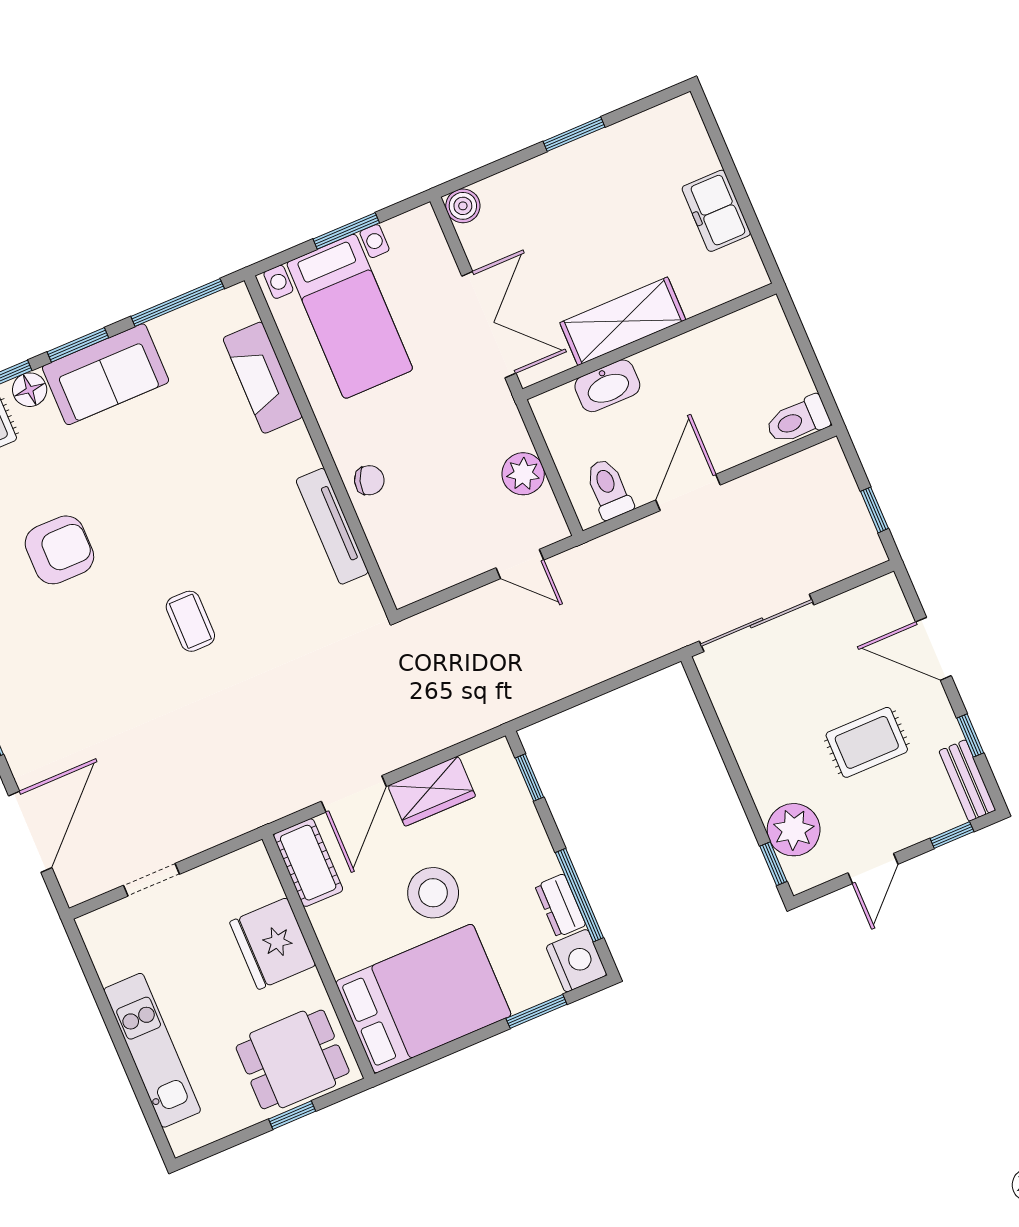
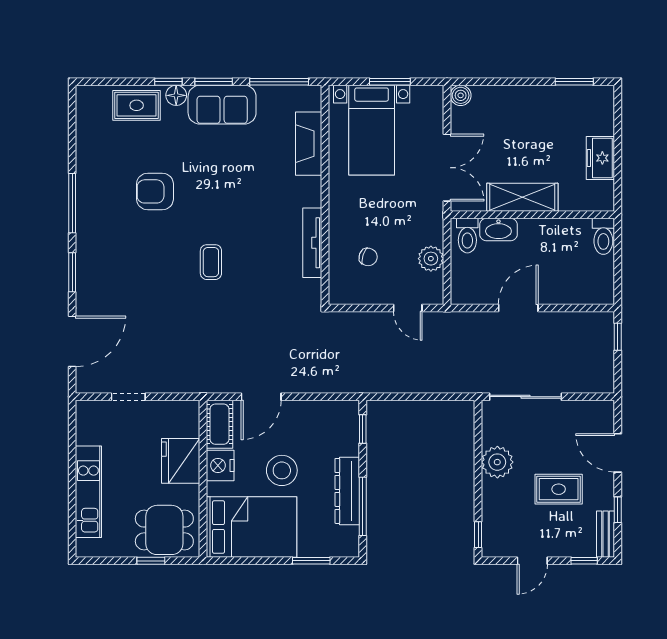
window: (574, 134) -> (574, 82), moved
toilet: (798, 420) -> (603, 236), moved, turned -90
chair: (369, 480) -> (368, 257), moved
toilet: (609, 489) -> (467, 236), moved, turned 180
window: (874, 510) -> (618, 337), moved
armchair: (59, 550) -> (155, 191), turned 180
wardrobe: (432, 791) -> (305, 414), removed
plant: (794, 830) -> (497, 462), moved
dresser: (560, 906) -> (347, 491), width x1.96, depth x1.24
nightstand: (576, 961) -> (220, 465), moved, turned 180

